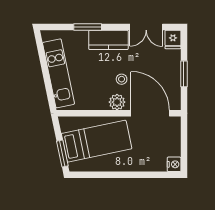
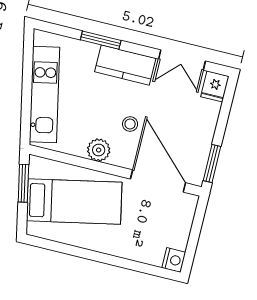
window: (184, 74) -> (212, 164), moved
plant: (117, 102) -> (99, 150), moved
window: (62, 154) -> (23, 183), moved

